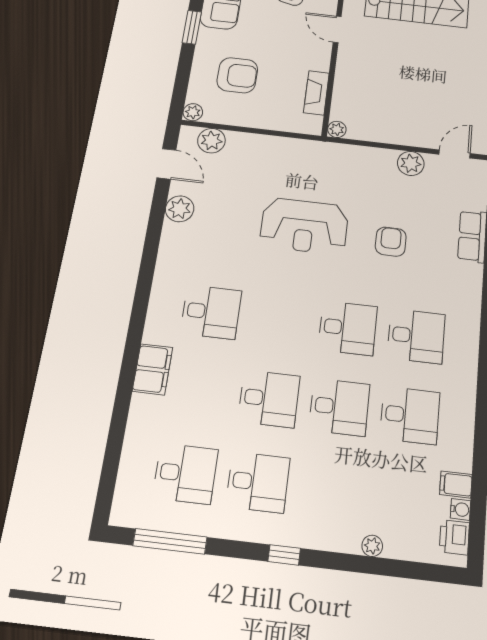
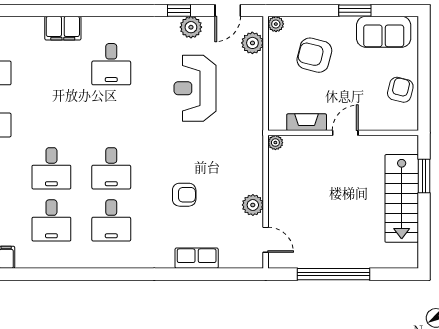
door: (337, 29) -> (345, 133), moved
armchair: (237, 75) -> (314, 55), turned 104
window: (156, 220) -> (179, 11), added
reception desk: (304, 226) -> (195, 88), moved
desk: (269, 399) -> (51, 116), removed

